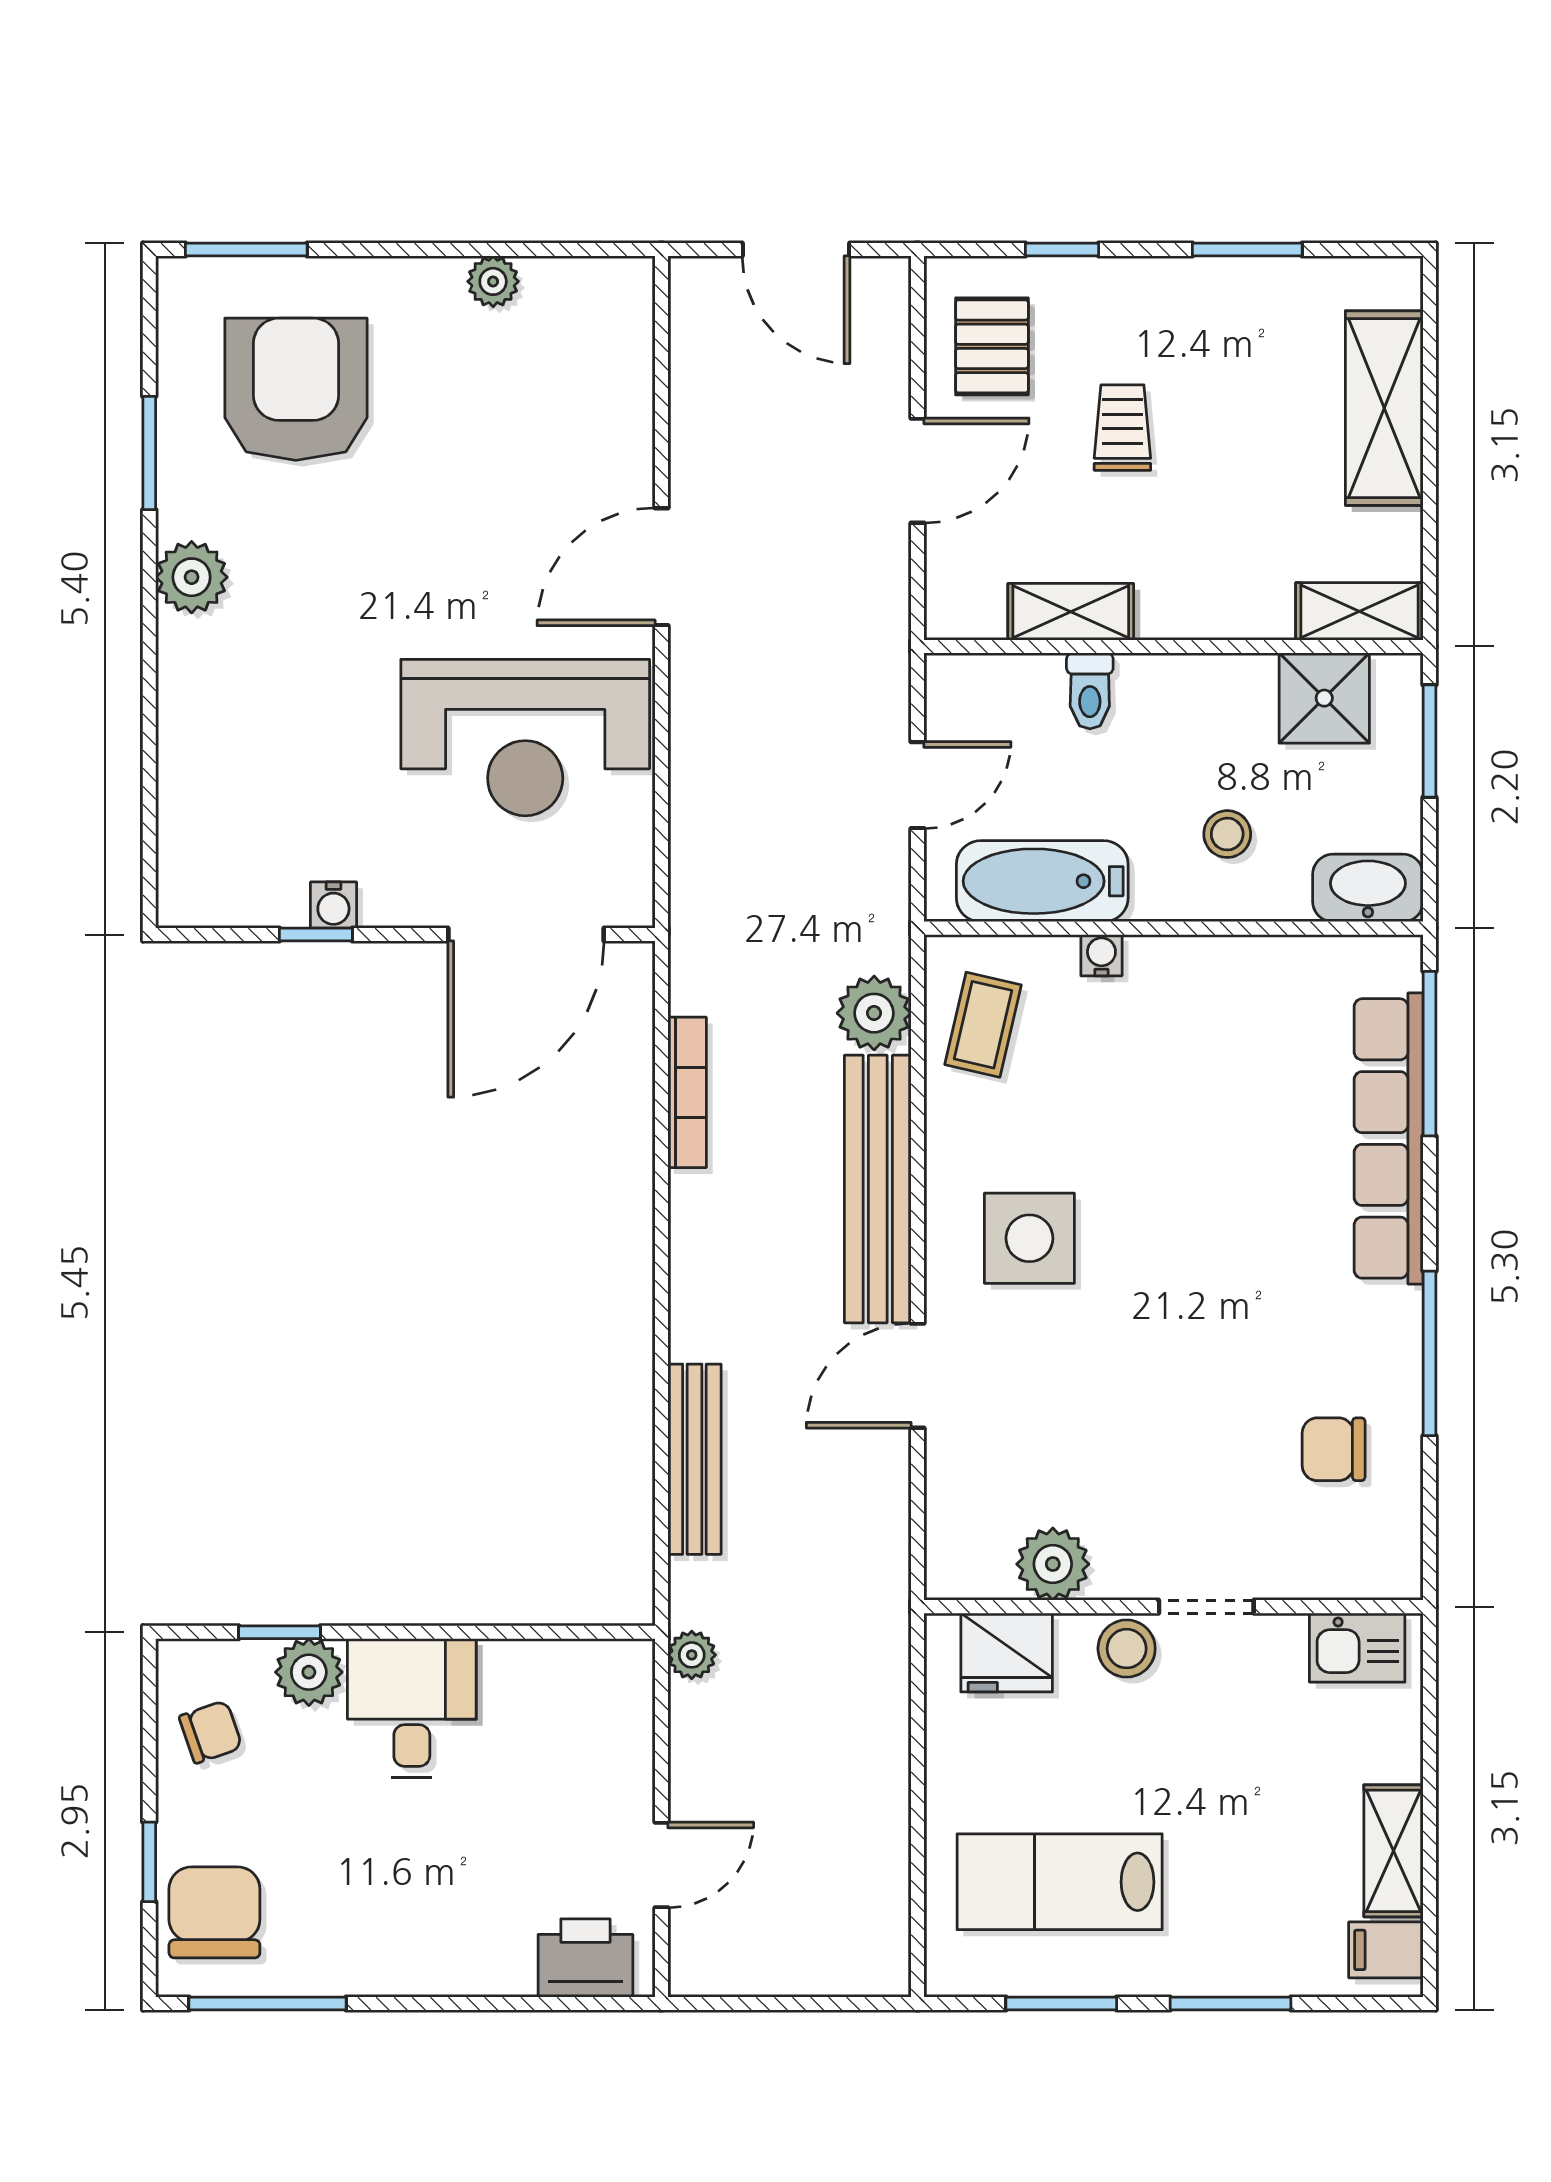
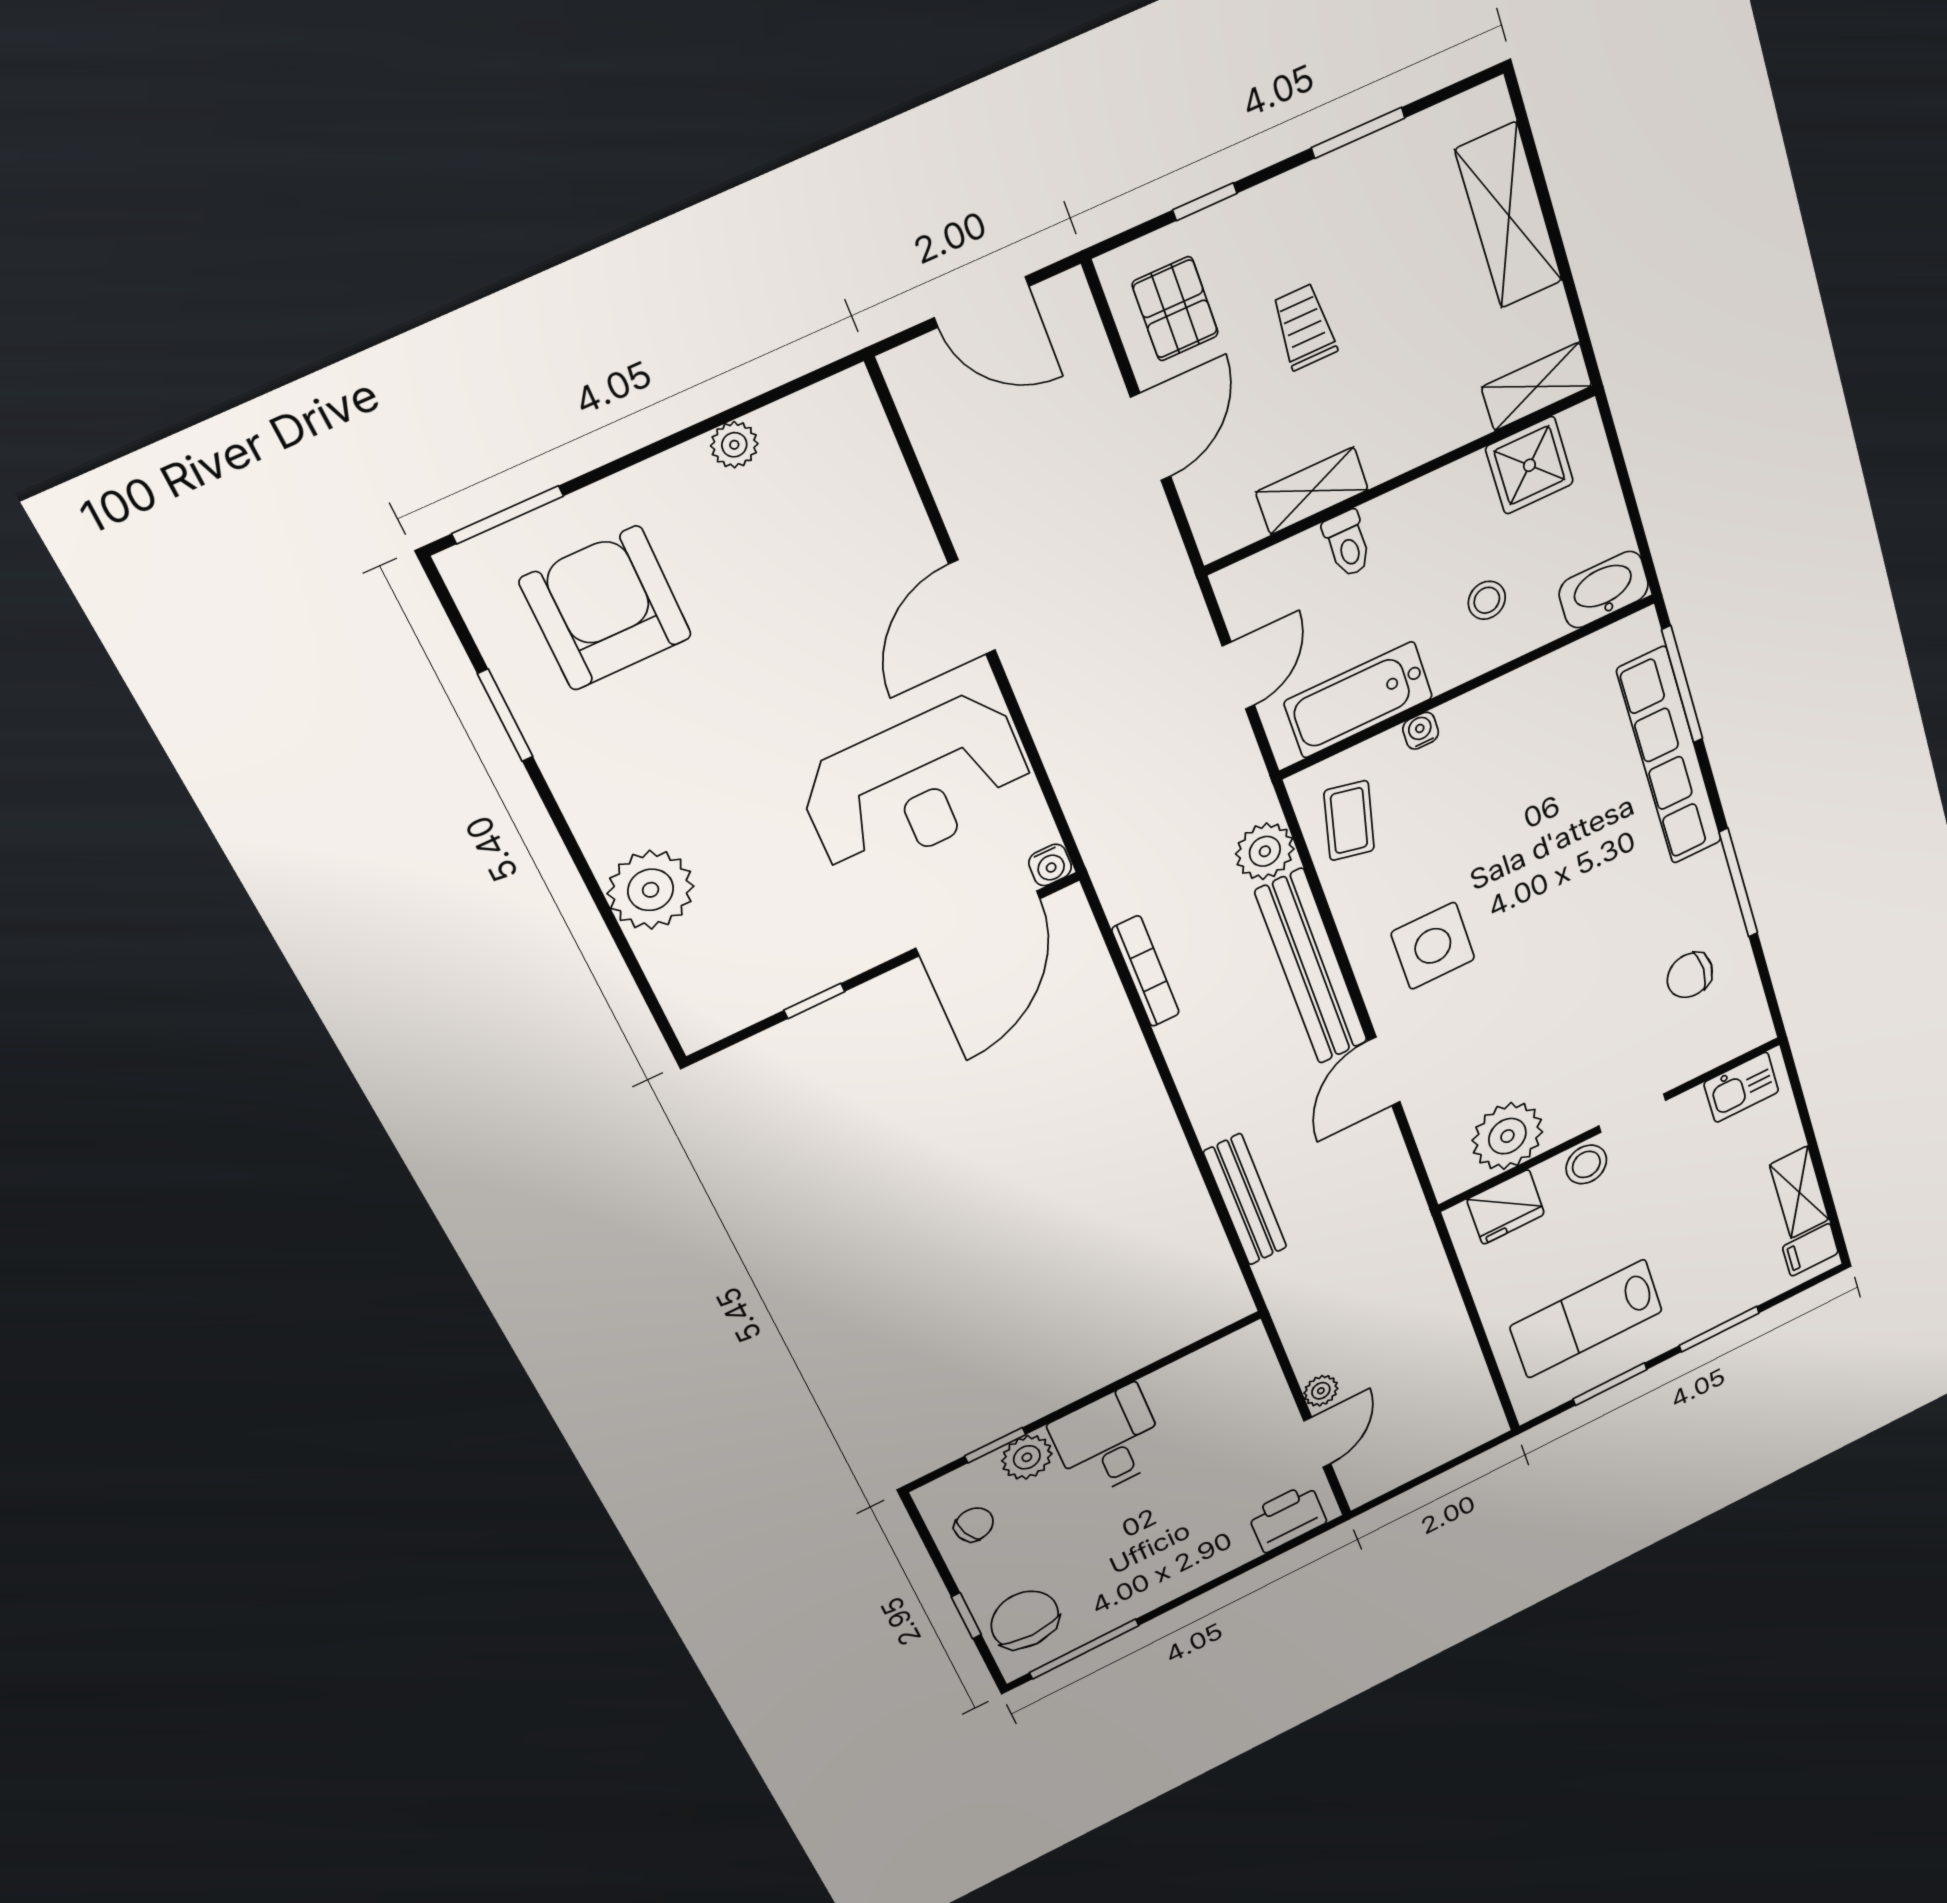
plant: (192, 577) -> (651, 890), moved, width x1.36, depth x1.36
window: (1430, 741) -> (1619, 460), removed
water cooler: (333, 905) -> (1050, 865), moved
plant: (1053, 1564) -> (1507, 1136), width x1.36, depth x1.36
plant: (692, 1655) -> (1321, 1391), moved

